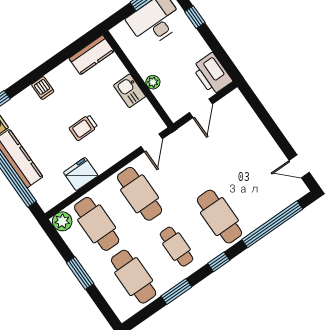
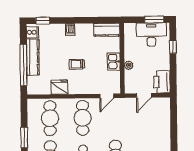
plant: (62, 221) -> (33, 105), removed

